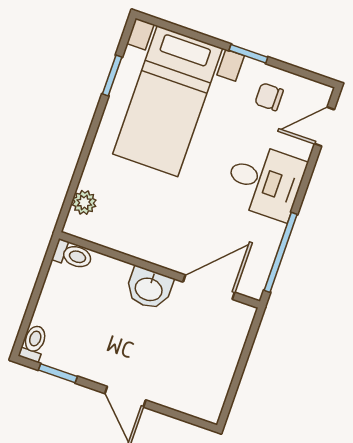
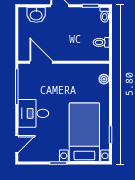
chair: (269, 97) -> (44, 148), removed
toilet: (73, 255) -> (101, 42), moved
door: (209, 287) -> (41, 62), swing flipped
washbasin: (149, 288) -> (36, 15), moved, turned 180

